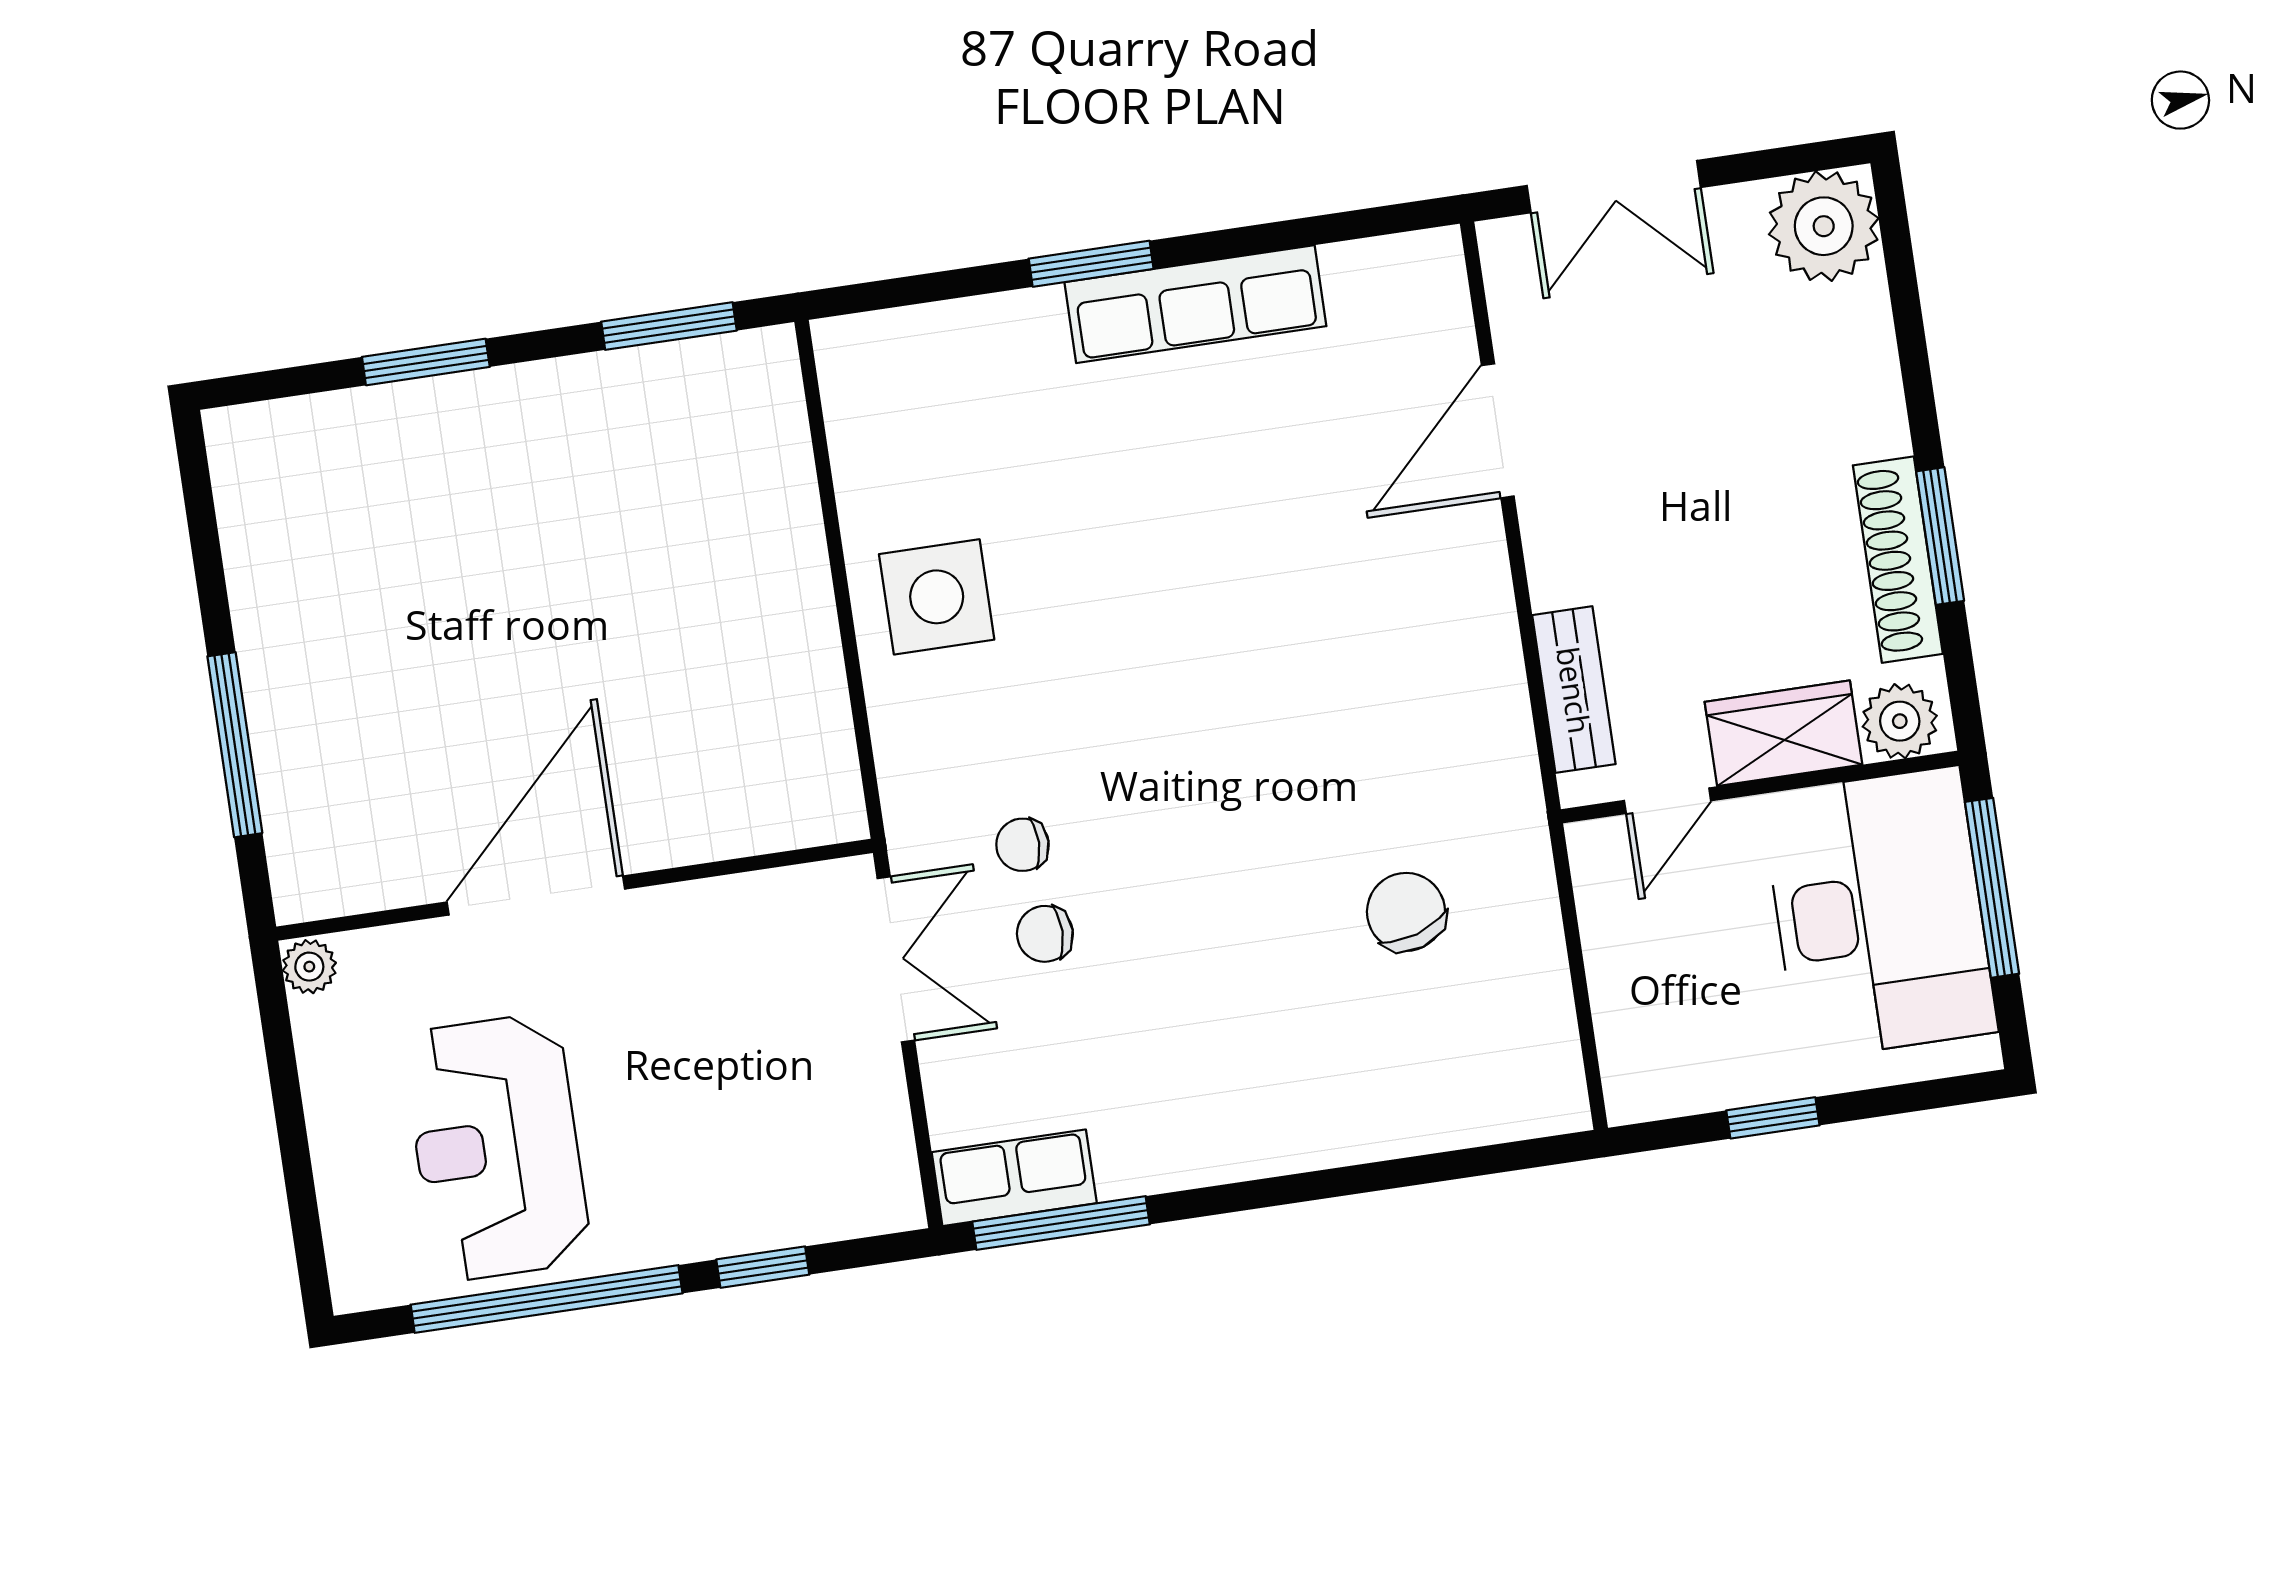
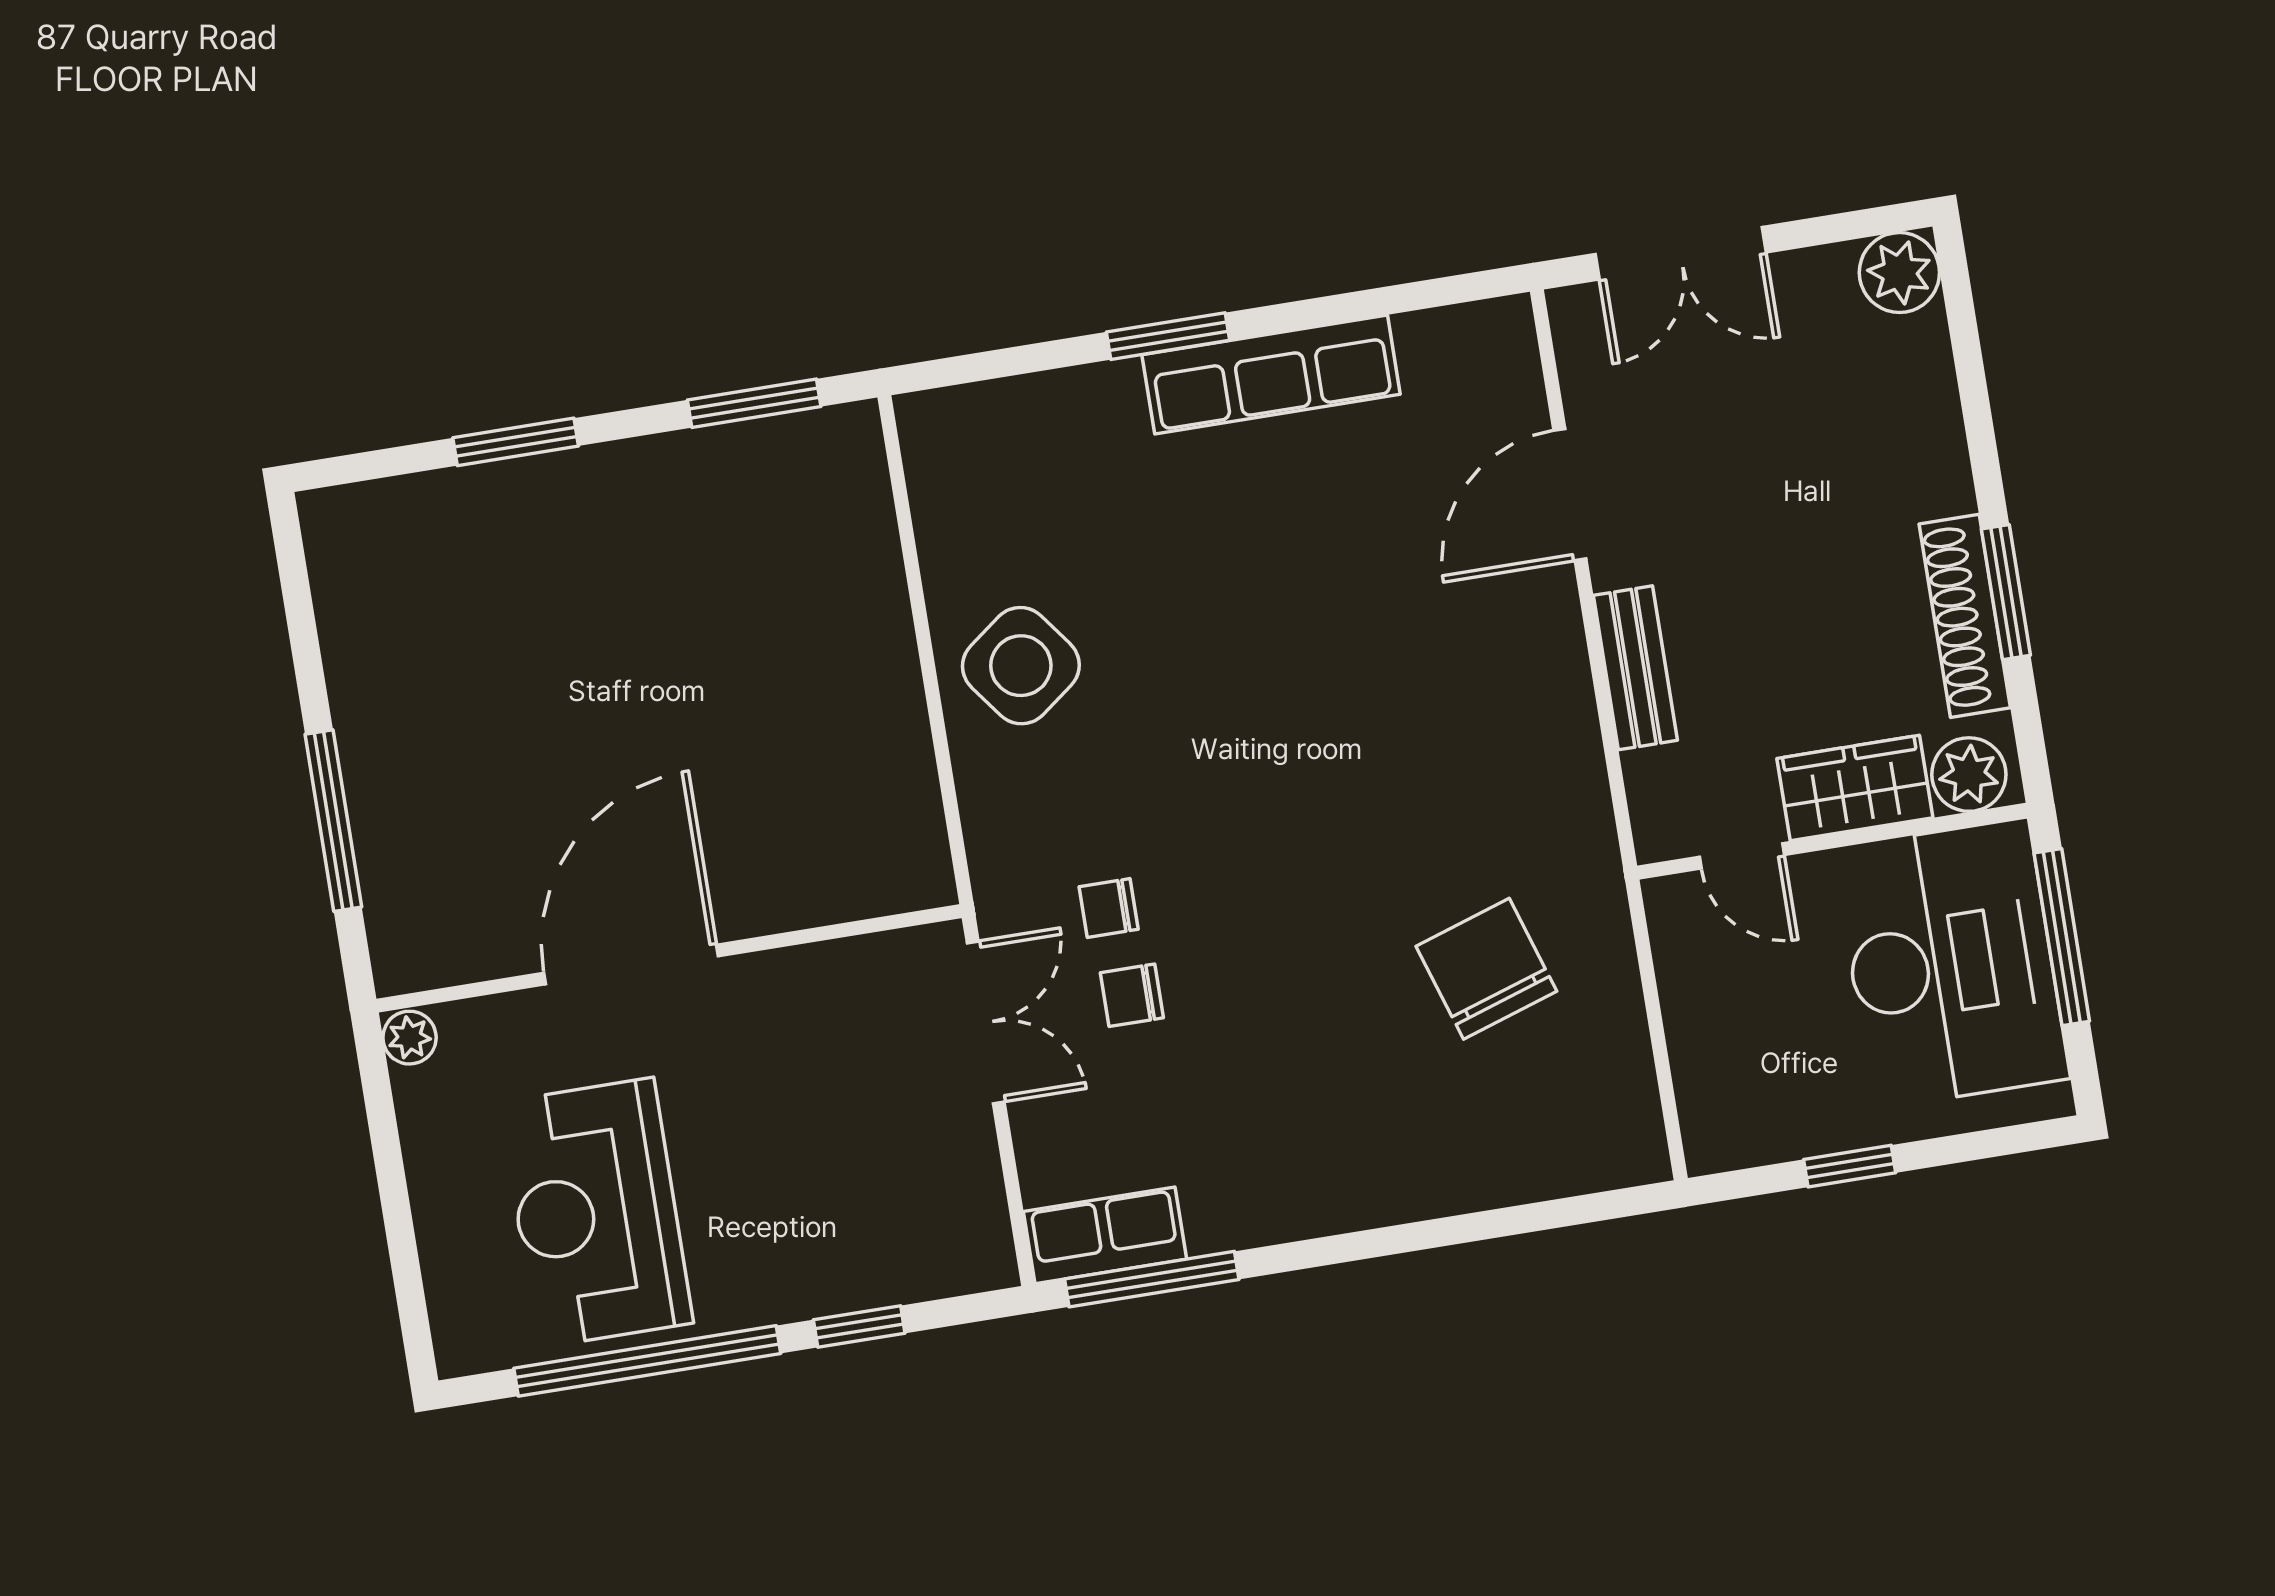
plant: (1824, 226) -> (1899, 273), width x0.73, depth x0.73
side table: (937, 597) -> (1021, 666), turned -37
bench: (1574, 690) -> (1635, 668), moved
door: (1668, 801) -> (1742, 856), hinge flipped
chair: (1406, 912) -> (1486, 969), width x1.37, depth x1.37

